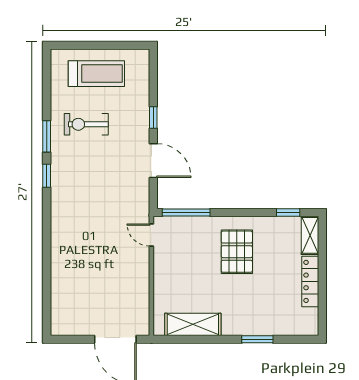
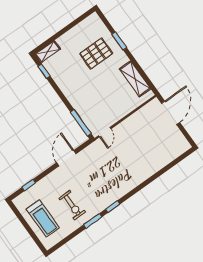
treadmill: (96, 74) -> (43, 218), turned 180
window: (153, 117) -> (29, 185), moved
pallet: (237, 252) -> (96, 54), moved
locker: (310, 281) -> (71, 35), removed

